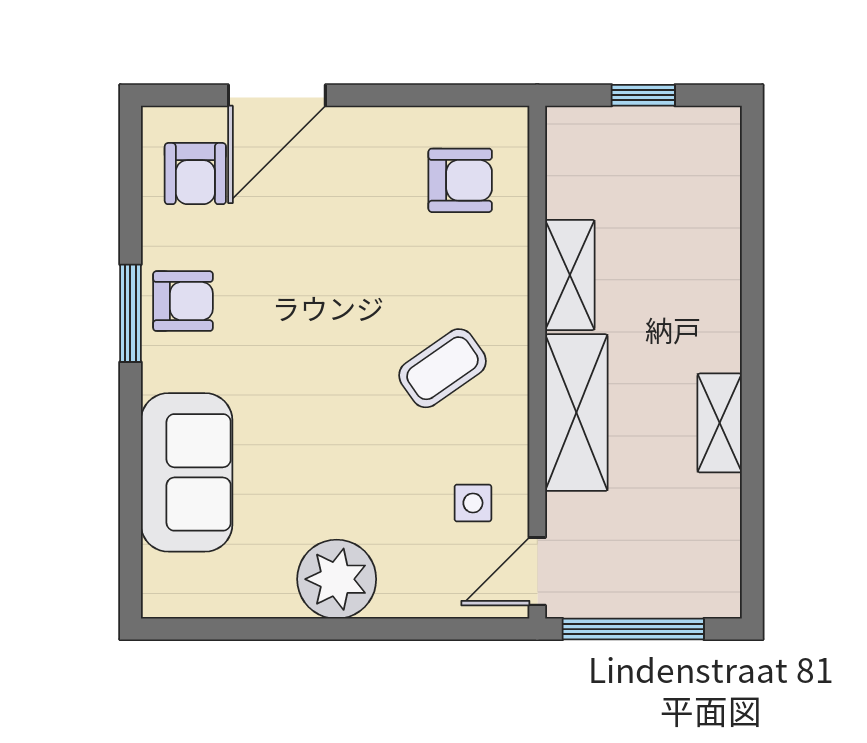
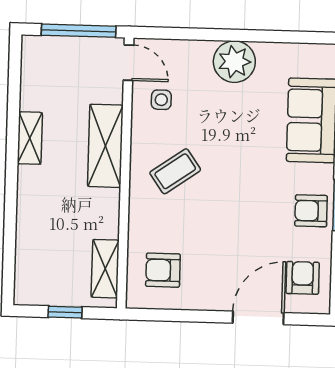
shelving: (570, 275) -> (105, 269), moved
door: (537, 571) -> (128, 63), hinge flipped

